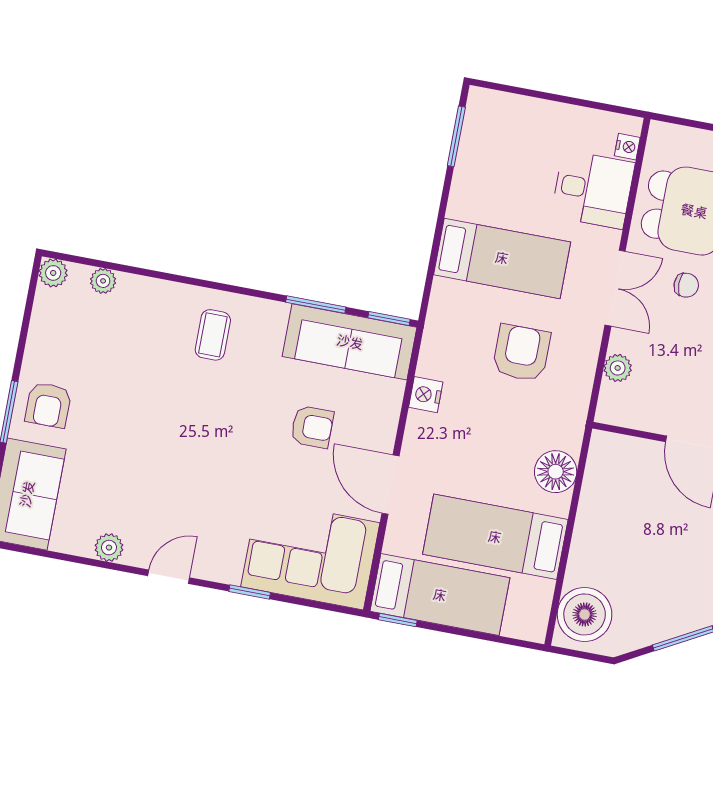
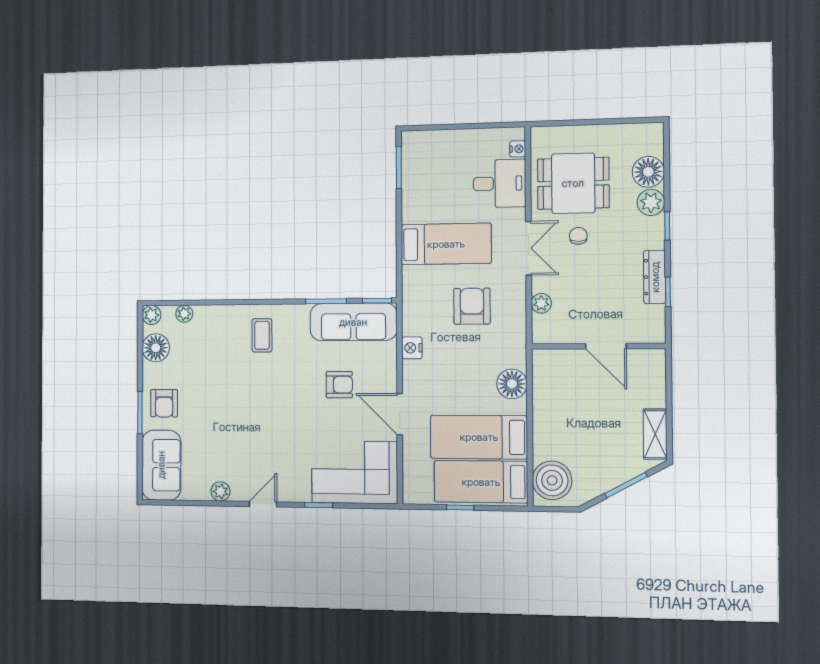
chair: (686, 285) -> (578, 236), turned -90
floor lamp: (51, 322) -> (156, 348), added
bed: (440, 595) -> (481, 482), moved, turned 180
window: (398, 620) -> (460, 508), moved

